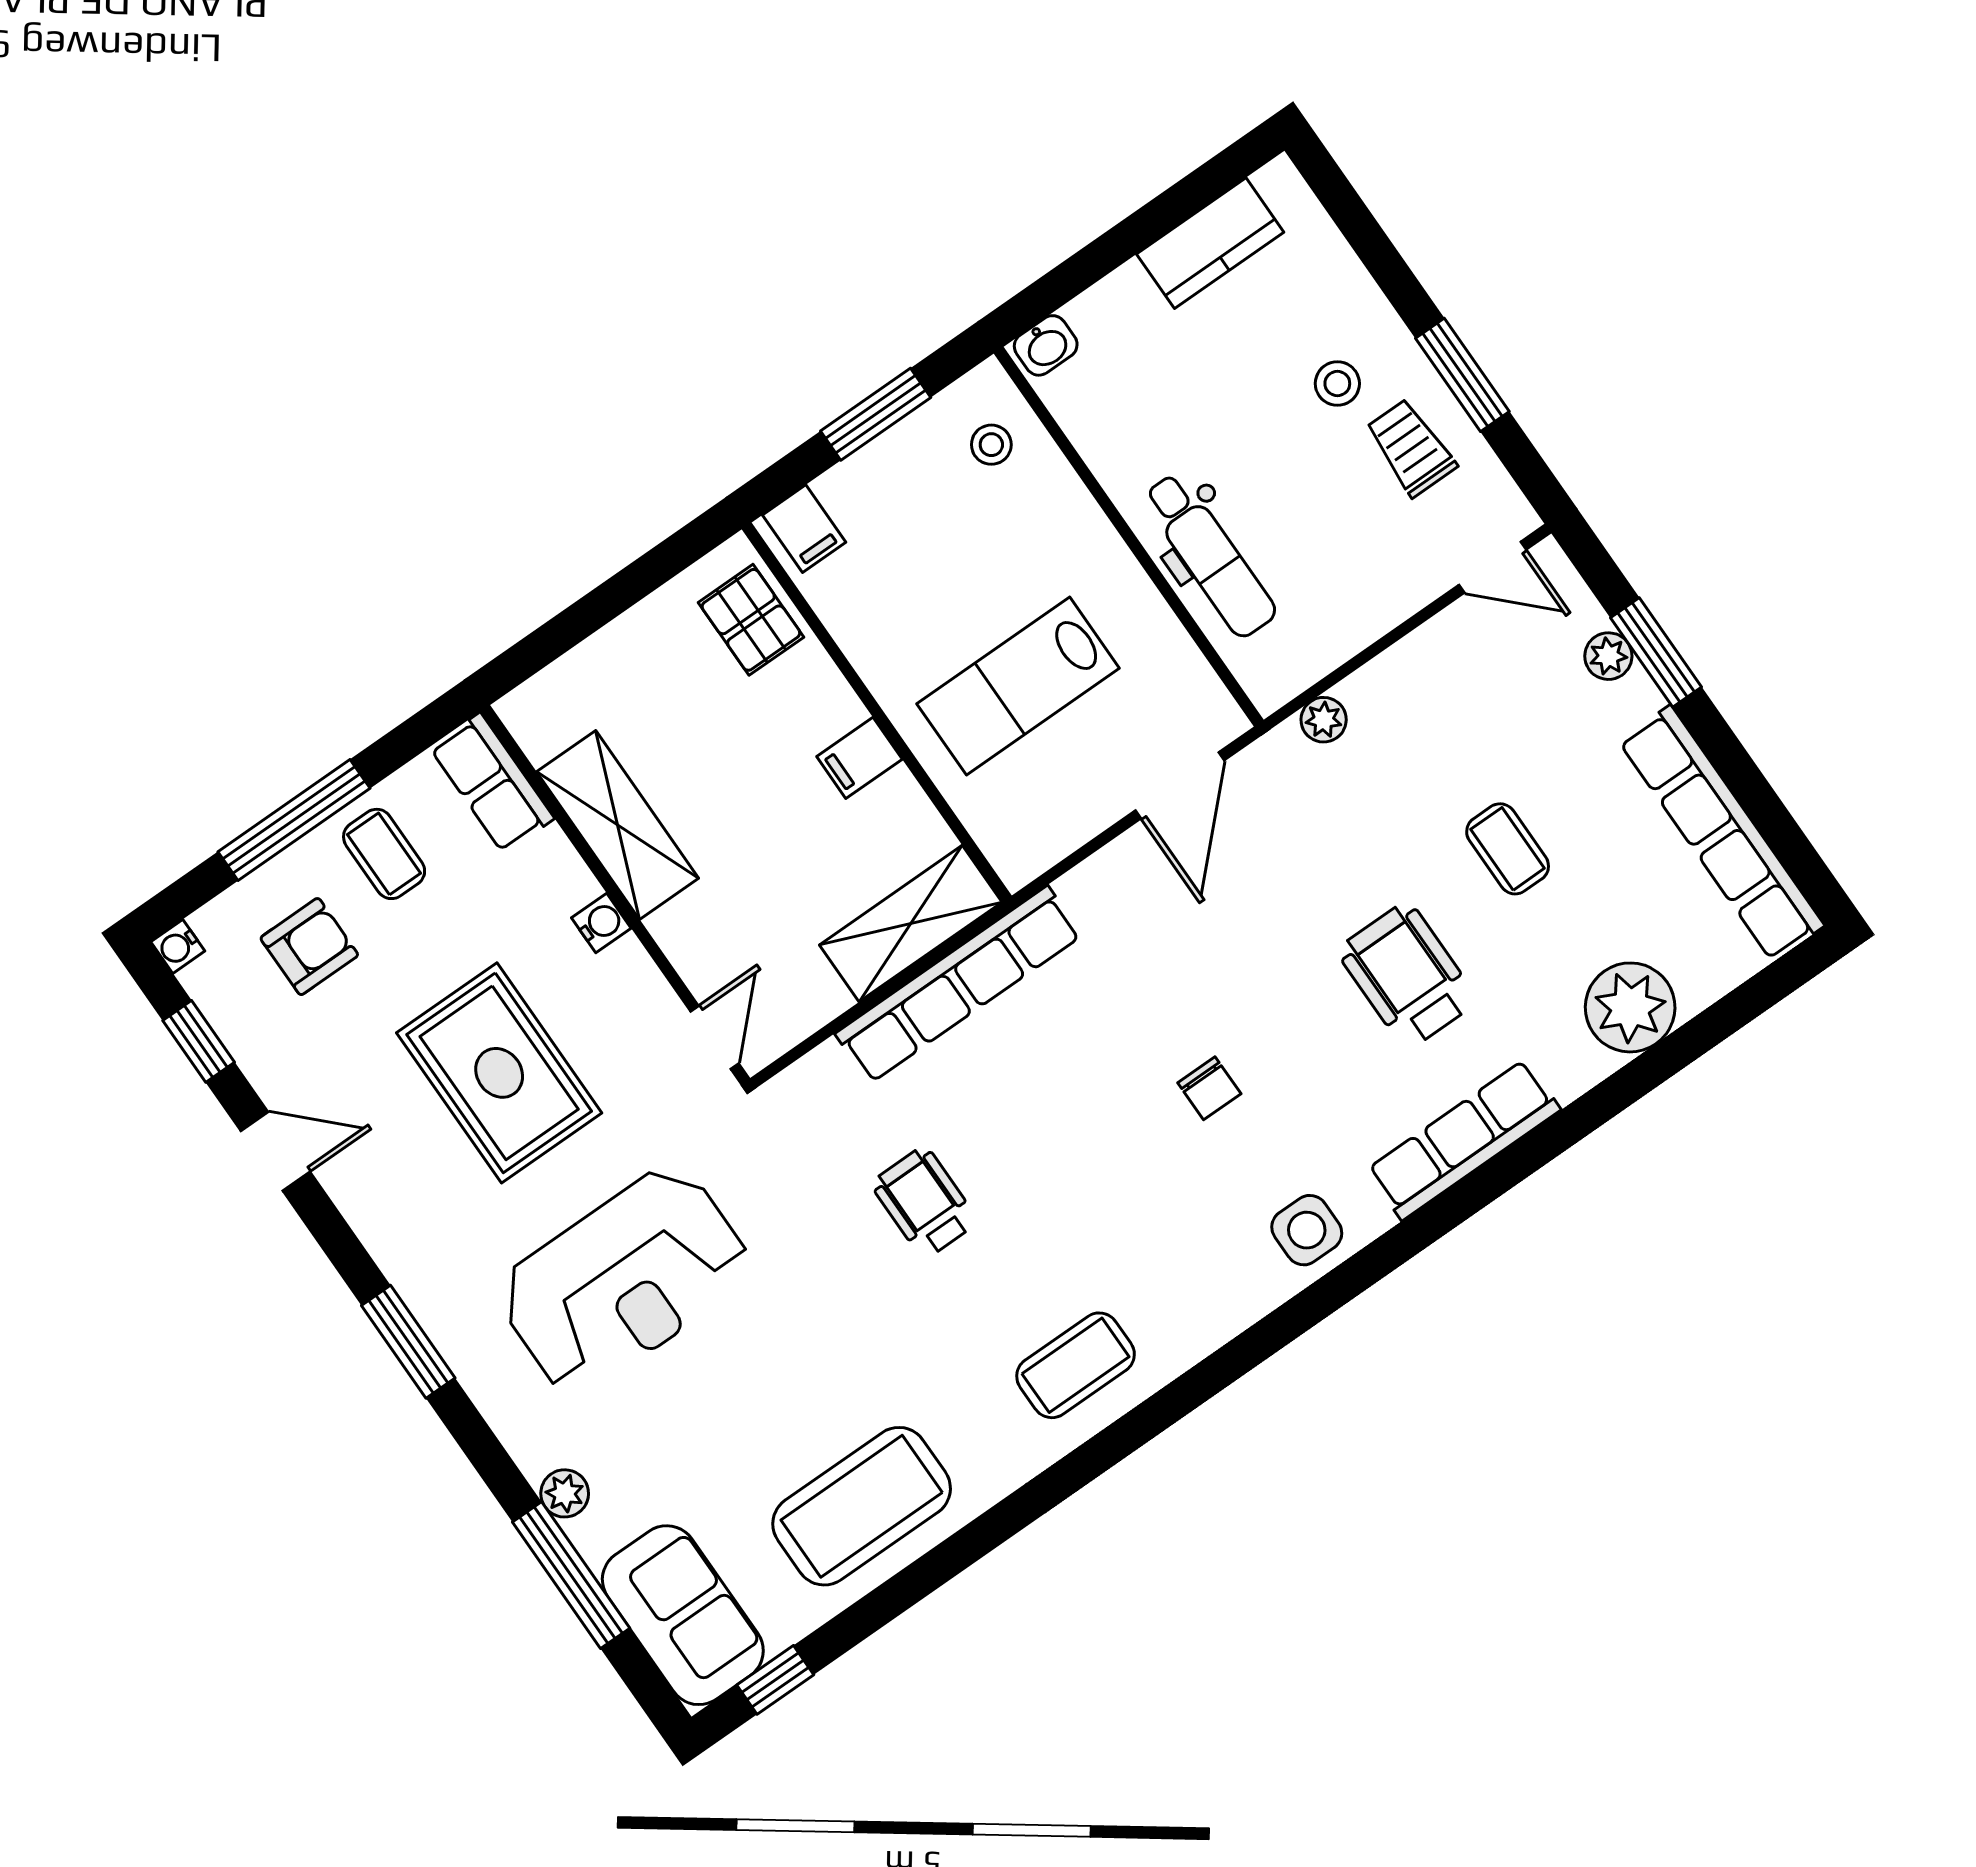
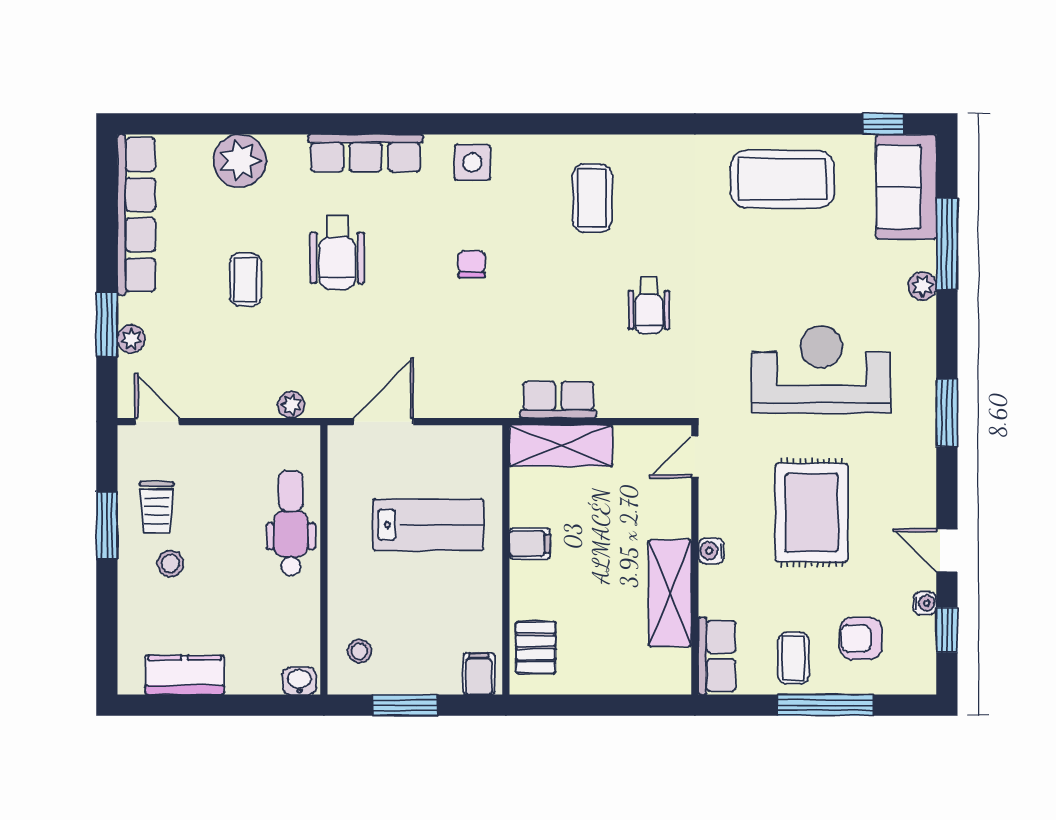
water cooler: (178, 946) -> (925, 603), moved
row of seats: (959, 985) -> (558, 400), width x0.50
coffee table: (1076, 1365) -> (592, 198), moved, turned 90

